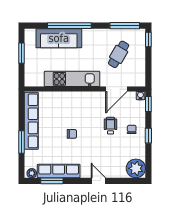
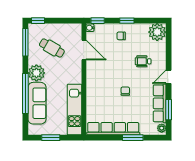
plant: (92, 38) -> (36, 73), added
kitchen unit: (72, 79) -> (74, 109), moved
wheelchair: (111, 126) -> (143, 61), moved
door: (98, 181) -> (169, 77), moved

